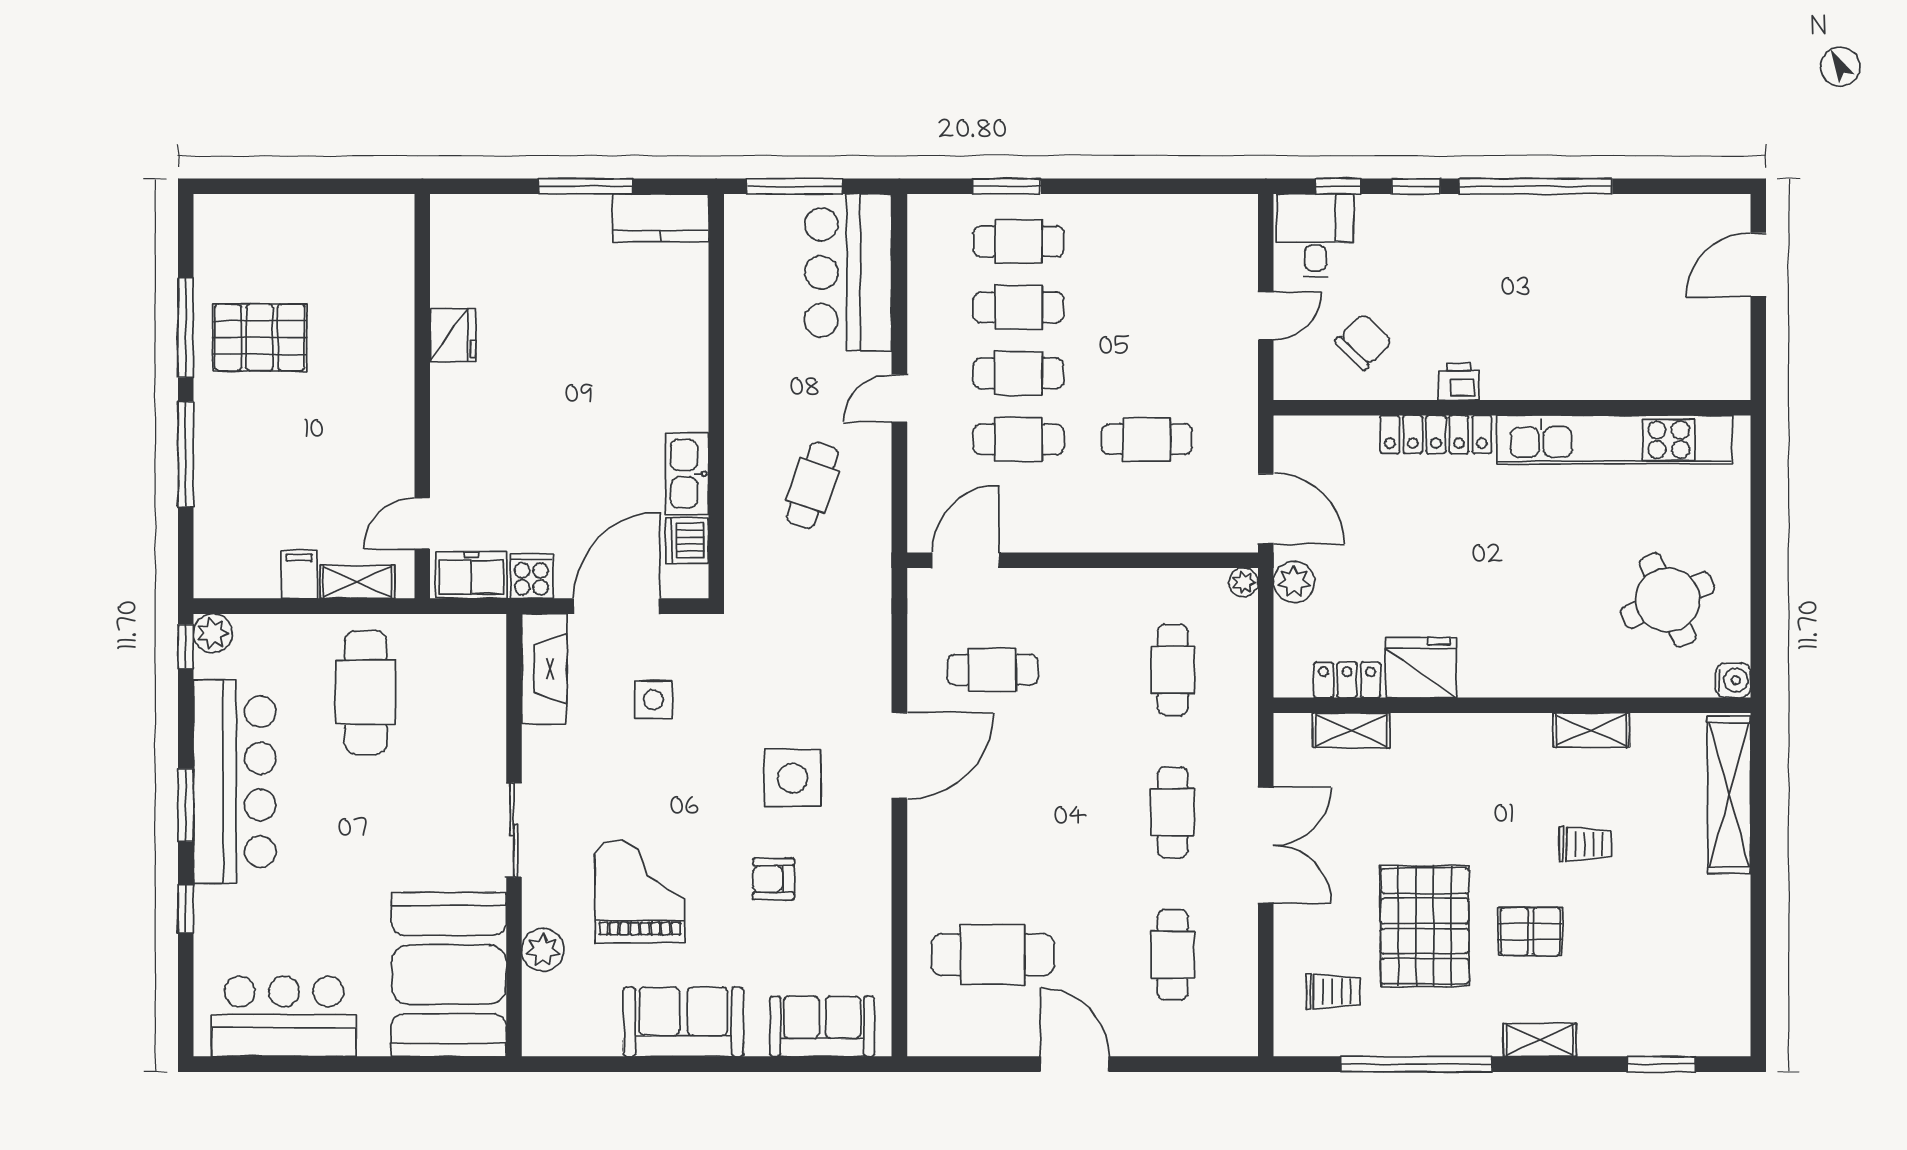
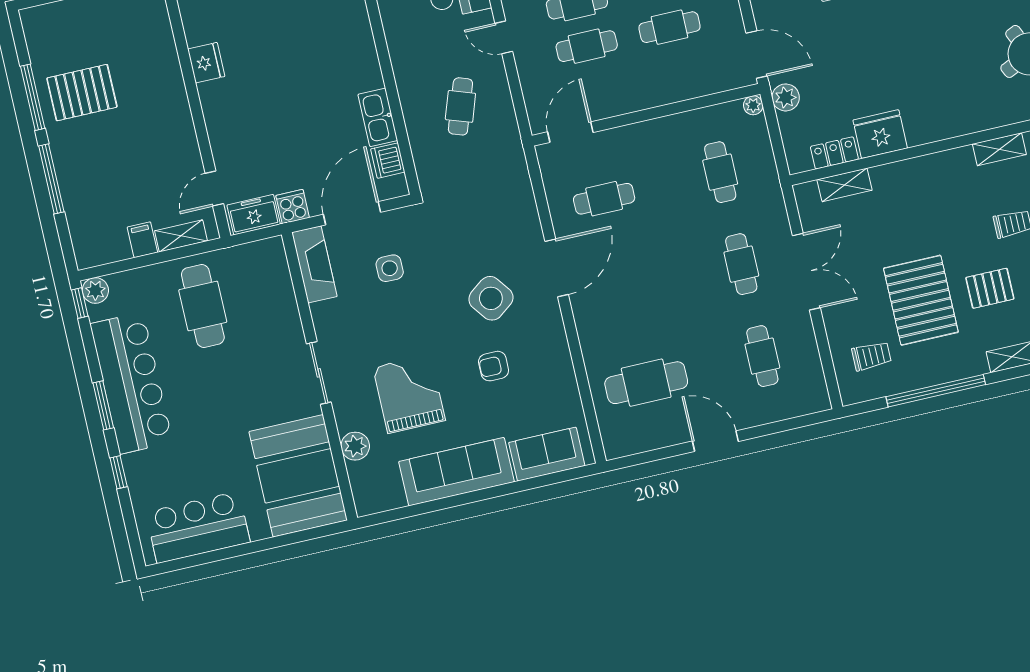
door: (899, 398) -> (504, 37), hinge flipped
side table: (792, 778) -> (491, 298), turned -37
sofa: (683, 1022) -> (456, 472), width x1.36

